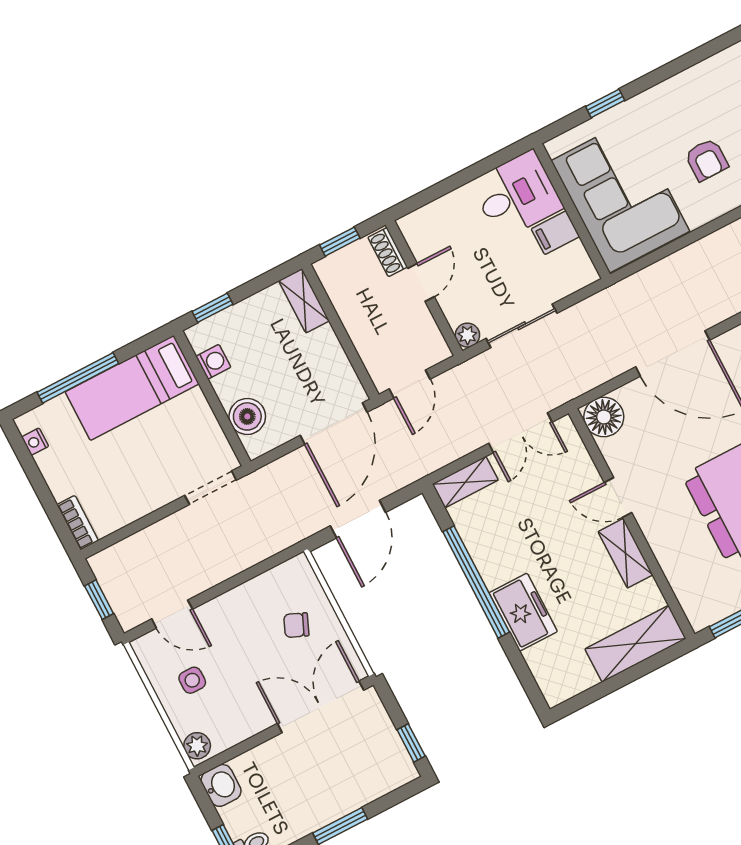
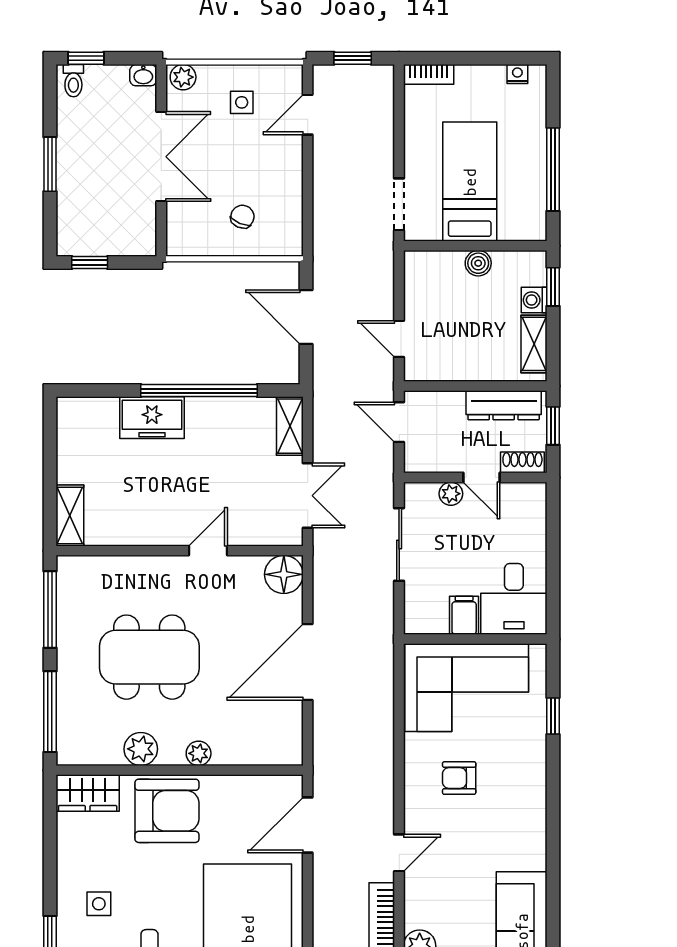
dresser: (344, 297) -> (504, 405), added
shelving: (304, 301) -> (534, 344), moved, turned 90
plant: (467, 335) -> (451, 494), moved
washing machine: (213, 362) -> (534, 300), moved, turned 90
window: (78, 378) -> (553, 169), moved
bed: (132, 388) -> (470, 182), moved
boiler: (247, 416) -> (478, 263), moved, width x0.73, depth x0.73
door: (334, 424) -> (399, 339), width x0.53
double door: (520, 433) -> (308, 496), swing flipped
shelving: (625, 553) -> (157, 532), removed
shelving: (636, 644) -> (70, 515), width x0.67, depth x0.75
double door: (321, 707) -> (161, 157), moved
washbasin: (221, 785) -> (143, 75), width x0.72, depth x0.69

